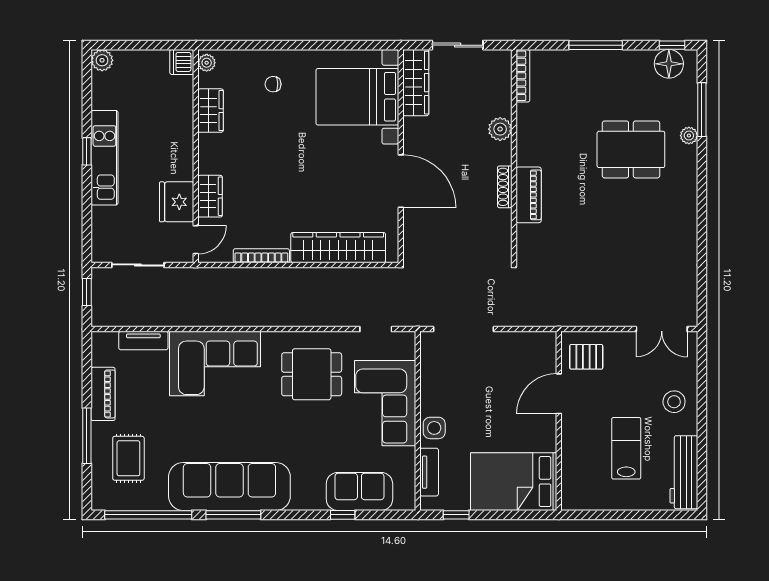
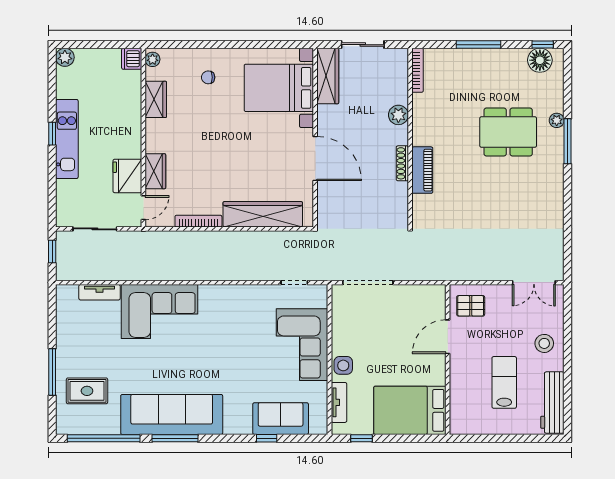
window: (702, 110) -> (568, 141), moved
dining table: (312, 374) -> (241, 320), removed
piano: (103, 394) -> (66, 337), removed
rug: (128, 458) -> (87, 391), turned 90

